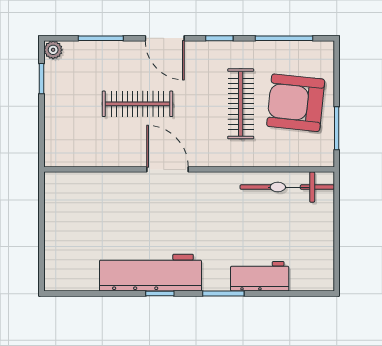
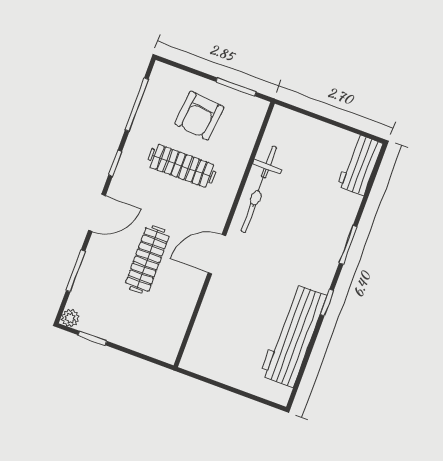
armchair: (296, 103) -> (199, 116), width x0.73, depth x0.73
bicycle: (287, 187) -> (259, 189), moved
workbench: (150, 273) -> (293, 336), moved
workbench: (260, 276) -> (360, 165), moved

